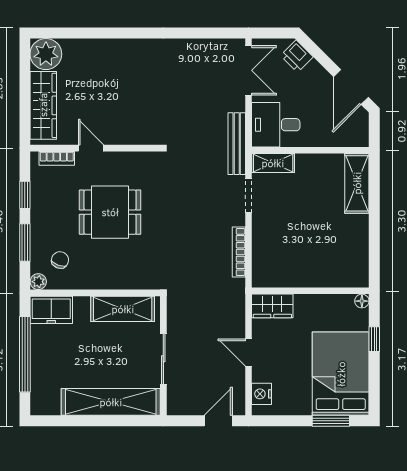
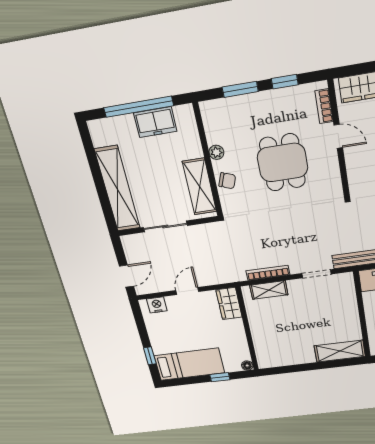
door: (91, 148) -> (338, 136), hinge flipped
shelving: (273, 163) -> (269, 290), moved, turned 90
chair: (60, 260) -> (227, 181), moved
plant: (38, 282) -> (216, 152), moved
freezer: (51, 310) -> (155, 122), moved, turned -90
bed: (341, 374) -> (189, 364), width x0.67
door: (218, 421) -> (126, 276), hinge flipped
window: (331, 421) -> (150, 356), width x0.67

